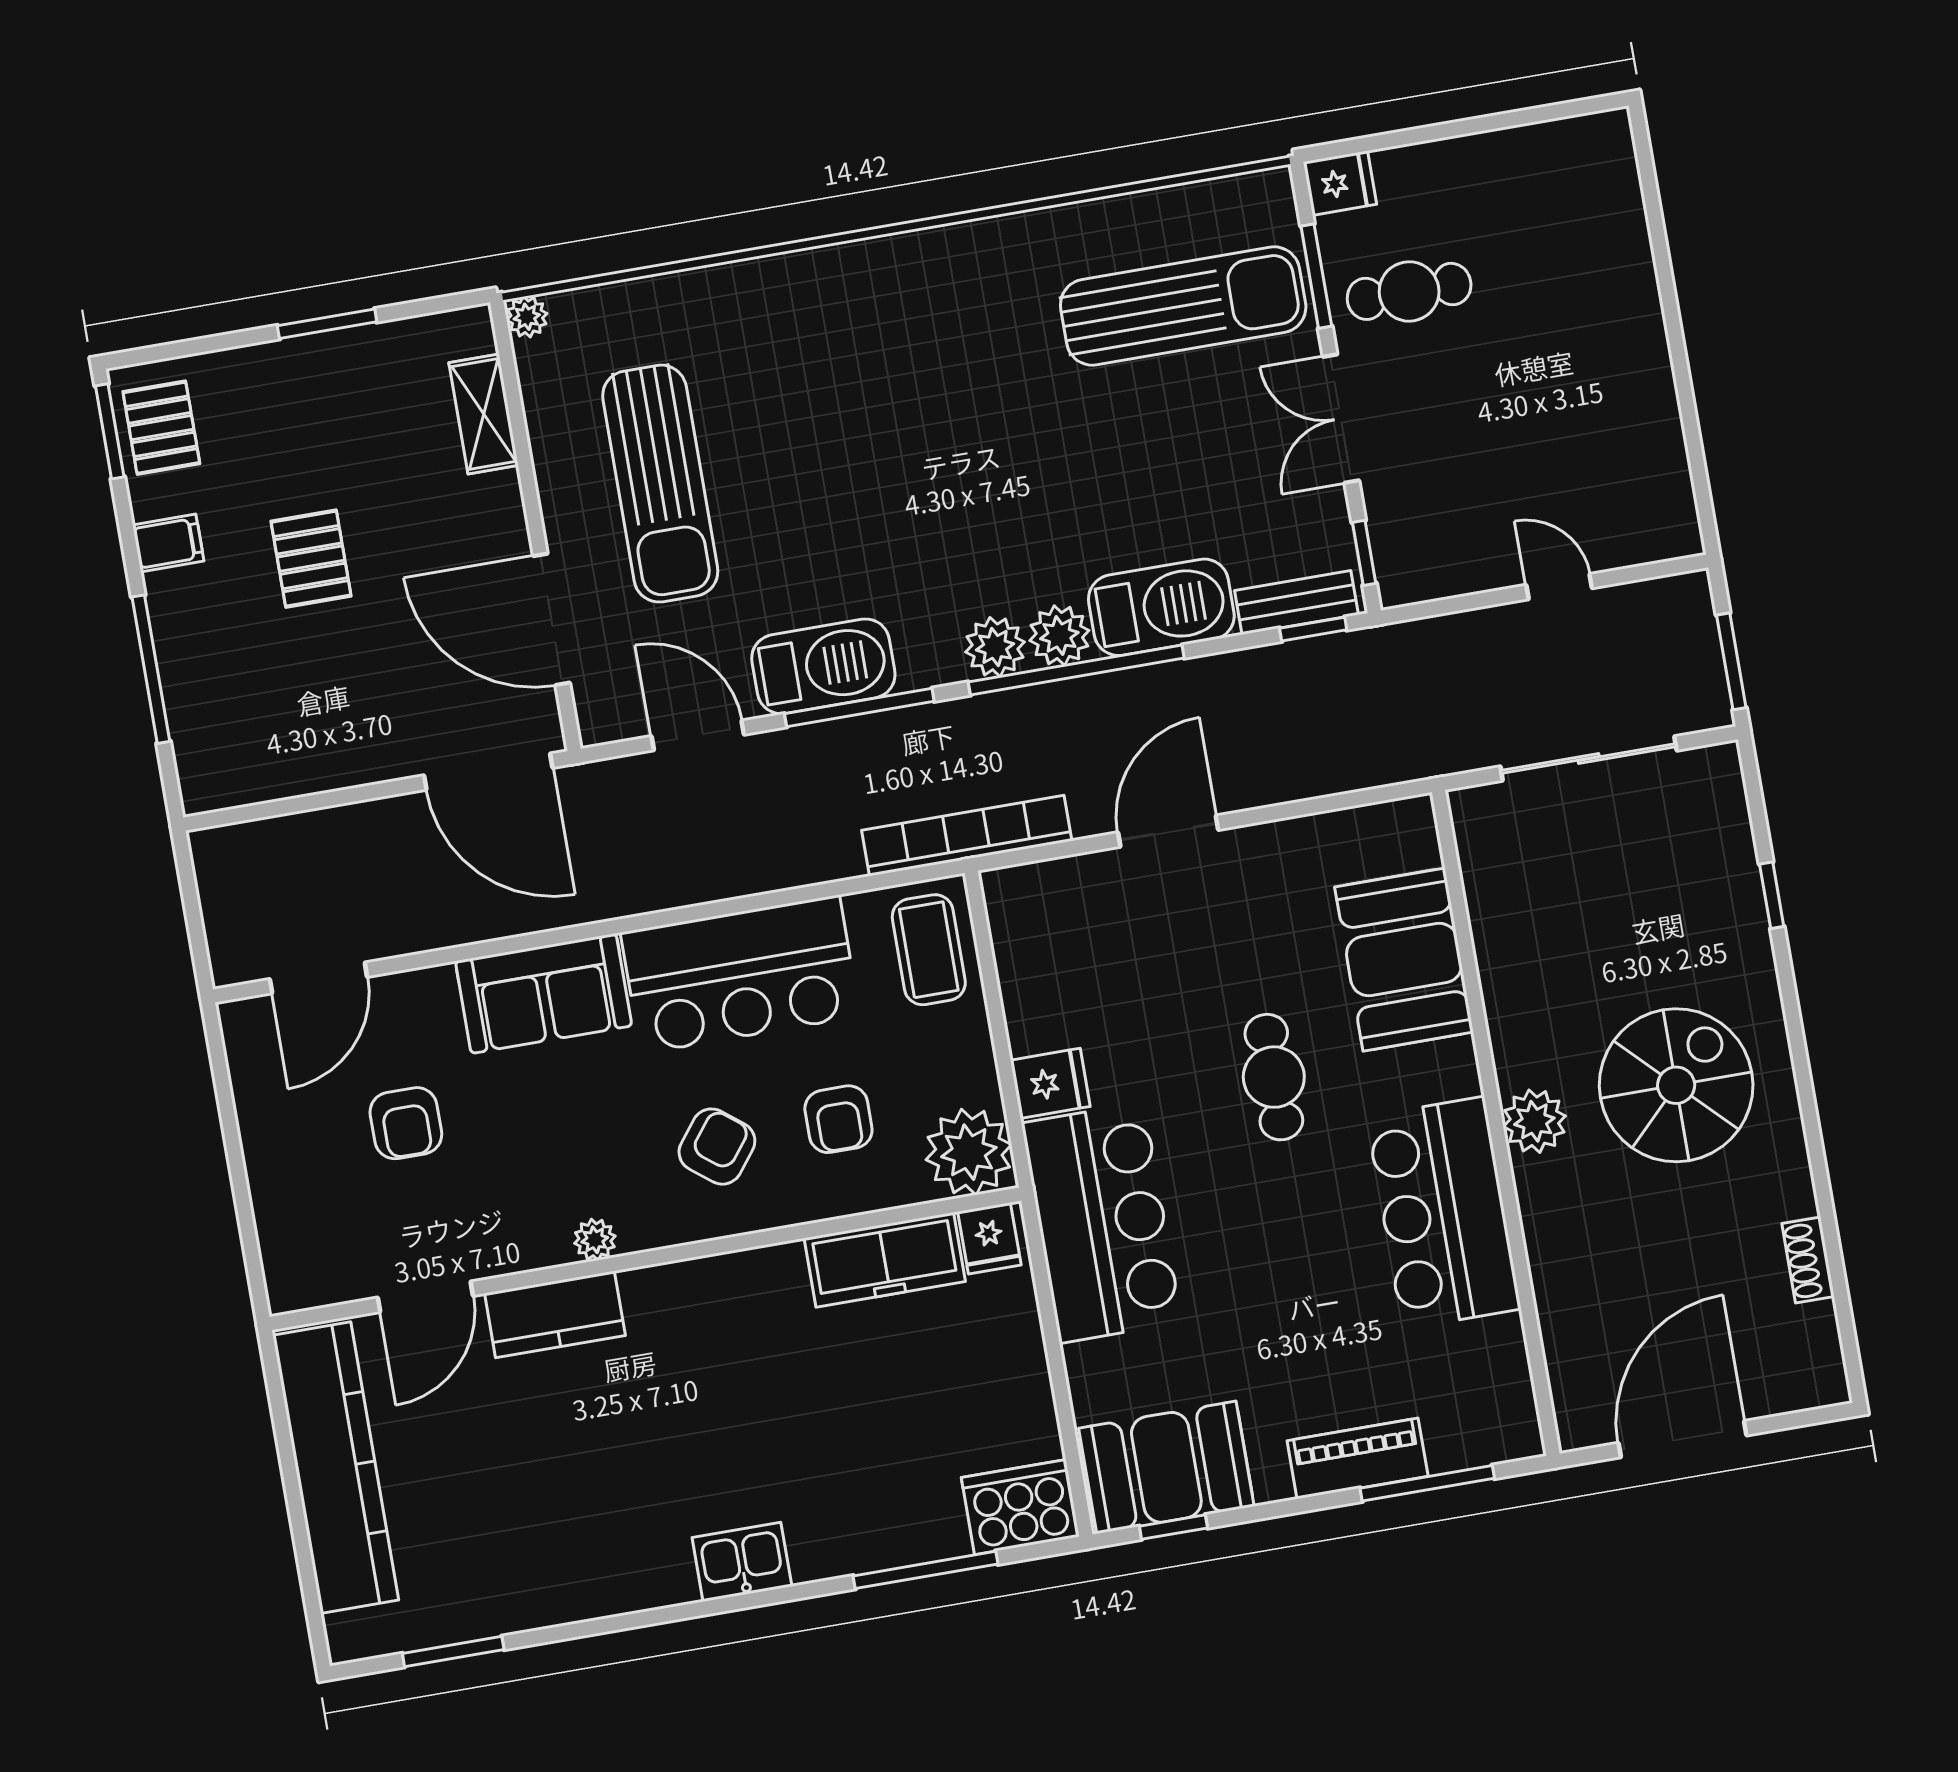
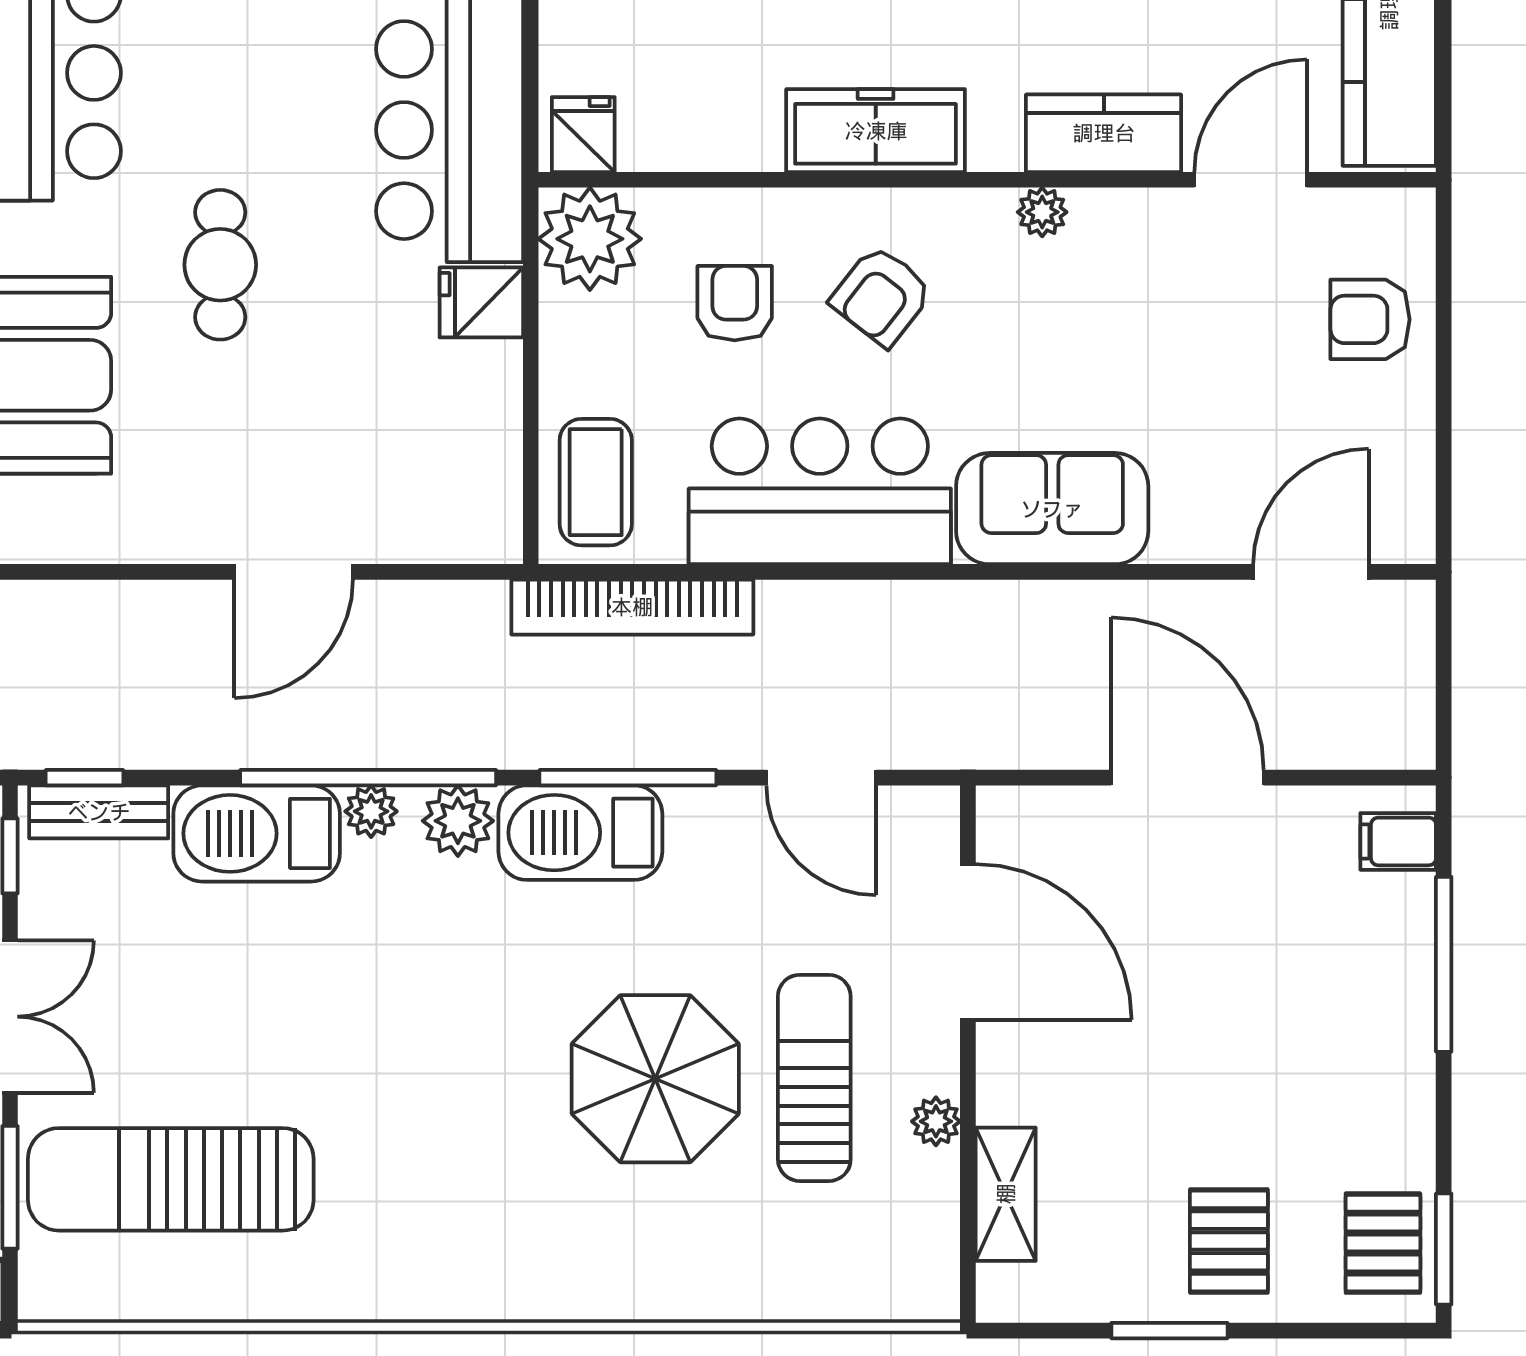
plant: (527, 317) -> (936, 1121), moved
parasol: (793, 460) -> (655, 1079), added
sun lounger: (660, 484) -> (814, 1078), width x0.73, depth x0.75
filing cabinet: (168, 543) -> (1398, 841), moved
pallet: (311, 559) -> (1229, 1241), moved
plant: (1059, 636) -> (371, 811), width x0.73, depth x0.73
barbecue: (823, 666) -> (580, 833), moved
door: (488, 772) -> (1187, 778), moved
bookcase: (967, 836) -> (632, 607), moved
armchair: (406, 1123) -> (1370, 319), moved, turned -90
freezer: (885, 1260) -> (876, 131), moved

